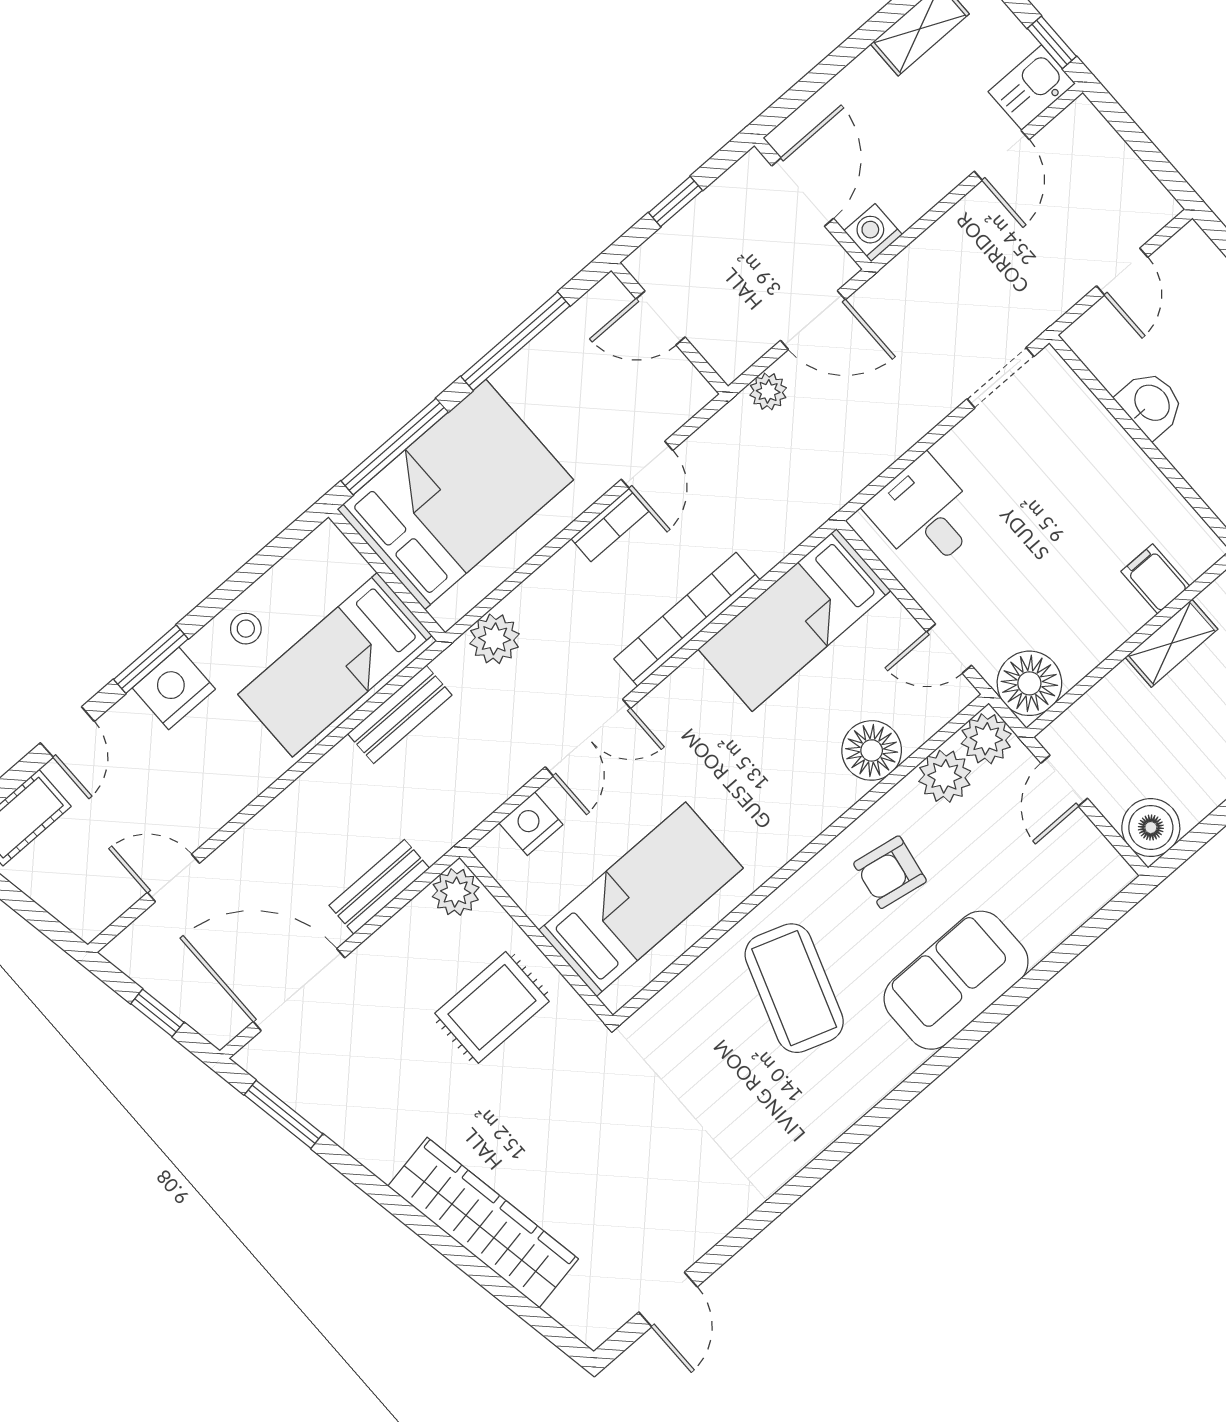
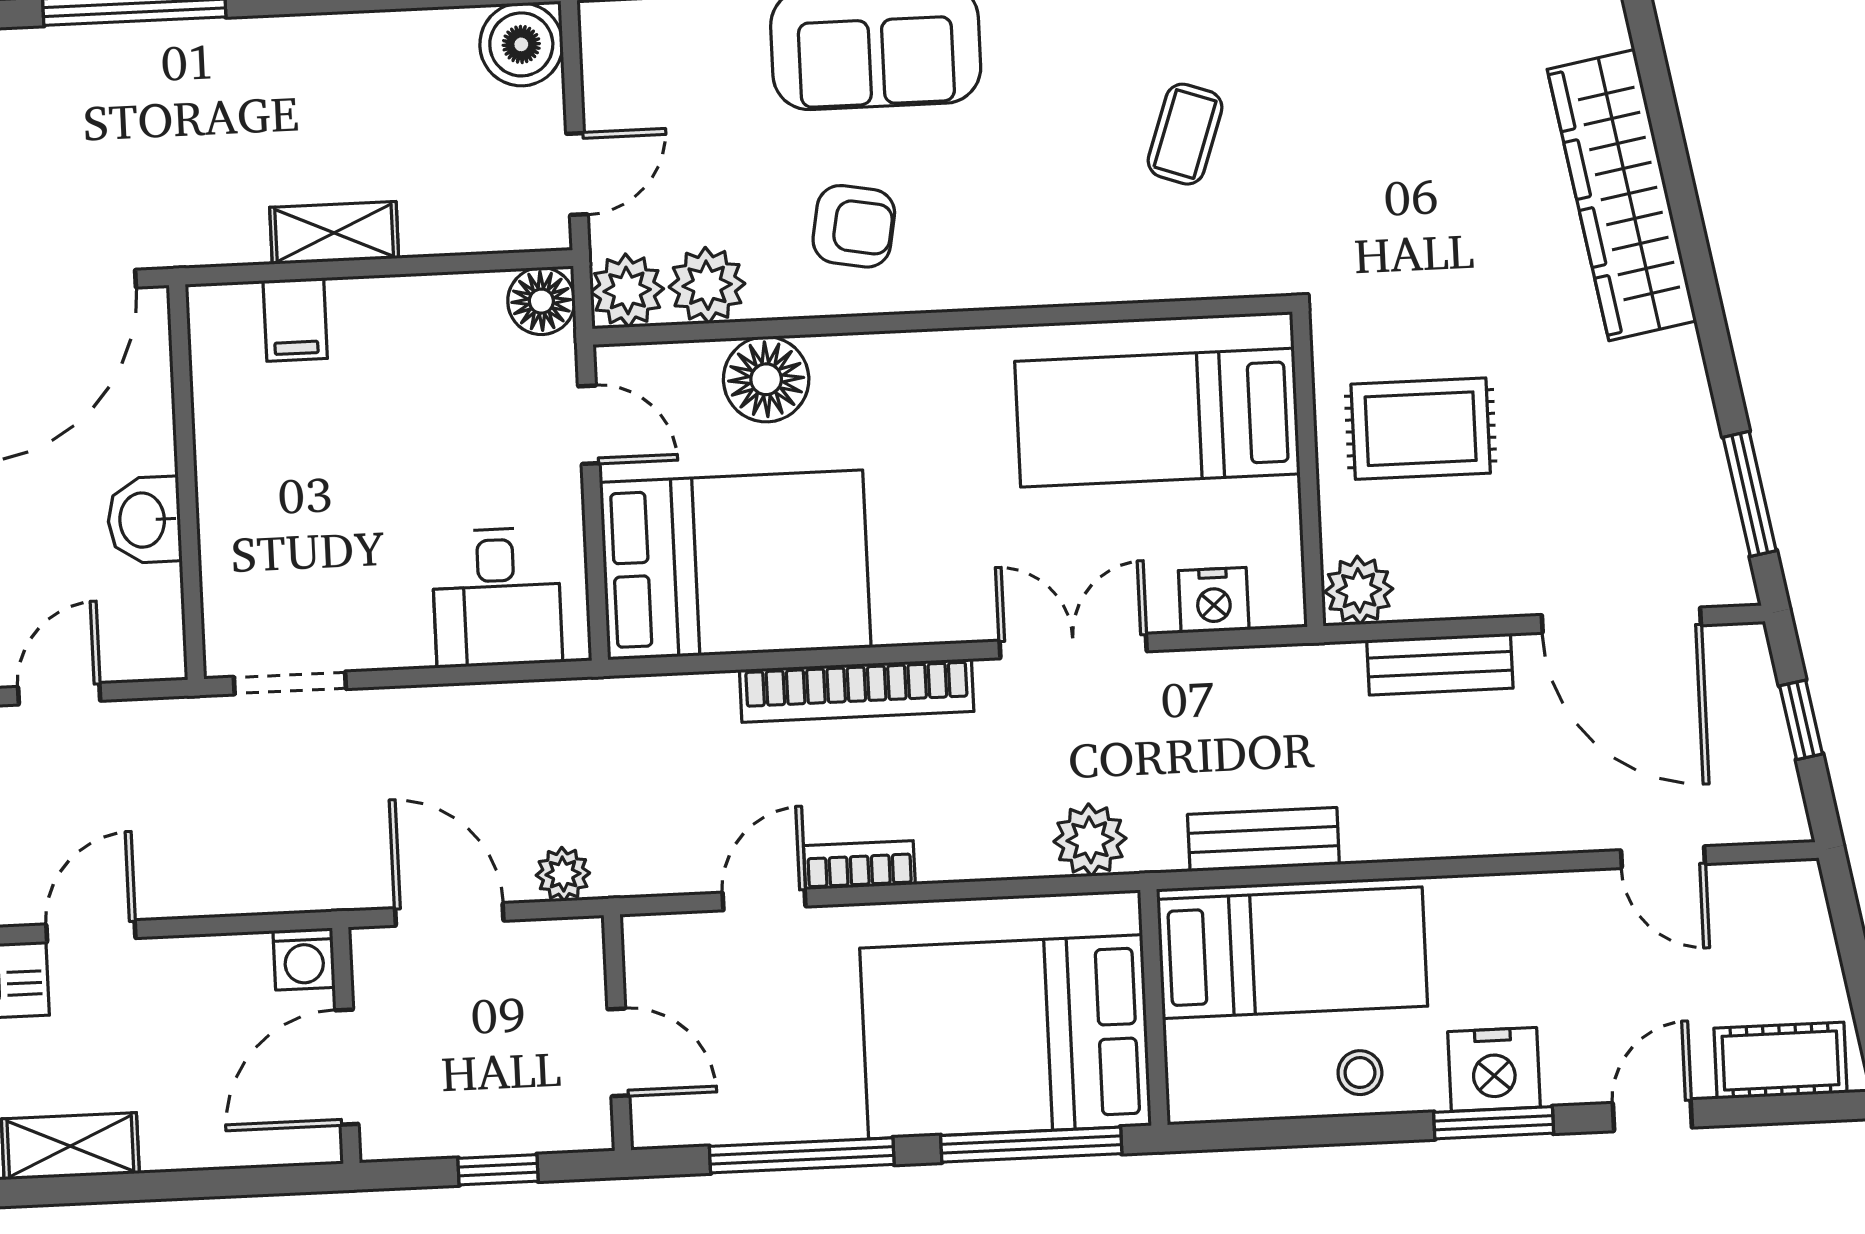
bed: (794, 620) -> (735, 565), width x1.50
floor lamp: (1029, 683) -> (541, 301), width x0.73, depth x0.73
coffee table: (794, 988) -> (1185, 134), moved, width x0.54, depth x0.58

